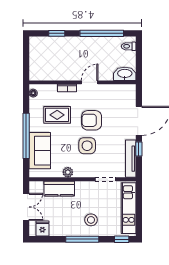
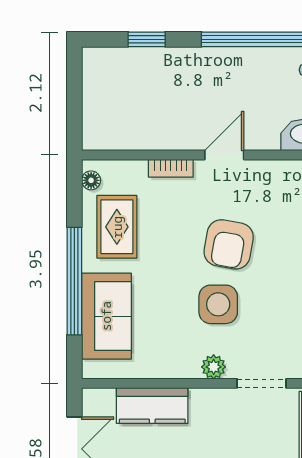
rug: (57, 115) -> (117, 227), moved, turned 90
armchair: (92, 120) -> (229, 244), turned -80
plant: (68, 172) -> (214, 367), moved

